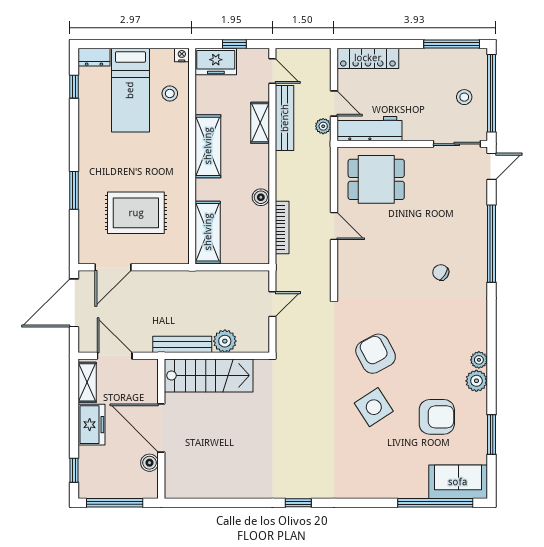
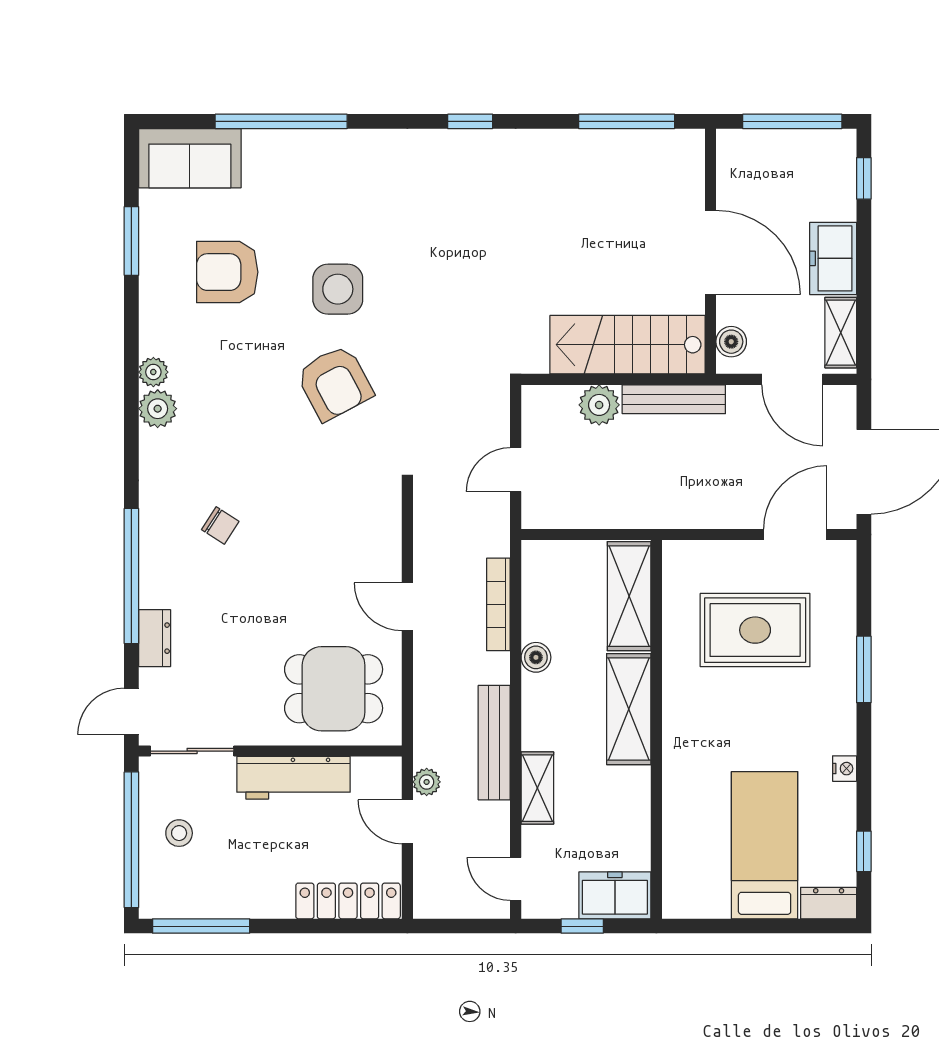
nightstand: (182, 55) -> (845, 769), moved, turned -90
stool: (170, 94) -> (696, 839), removed
bench: (285, 118) -> (494, 743), moved
workbench: (369, 129) -> (293, 778), moved
shelving: (208, 146) -> (629, 709), moved
dresser: (478, 208) -> (155, 638), added
plant: (476, 381) -> (158, 409), moved
side table: (374, 407) -> (338, 289), turned 33
boiler: (150, 463) -> (731, 342), moved
window: (209, 503) -> (627, 121), added
window: (435, 503) -> (281, 121), moved

